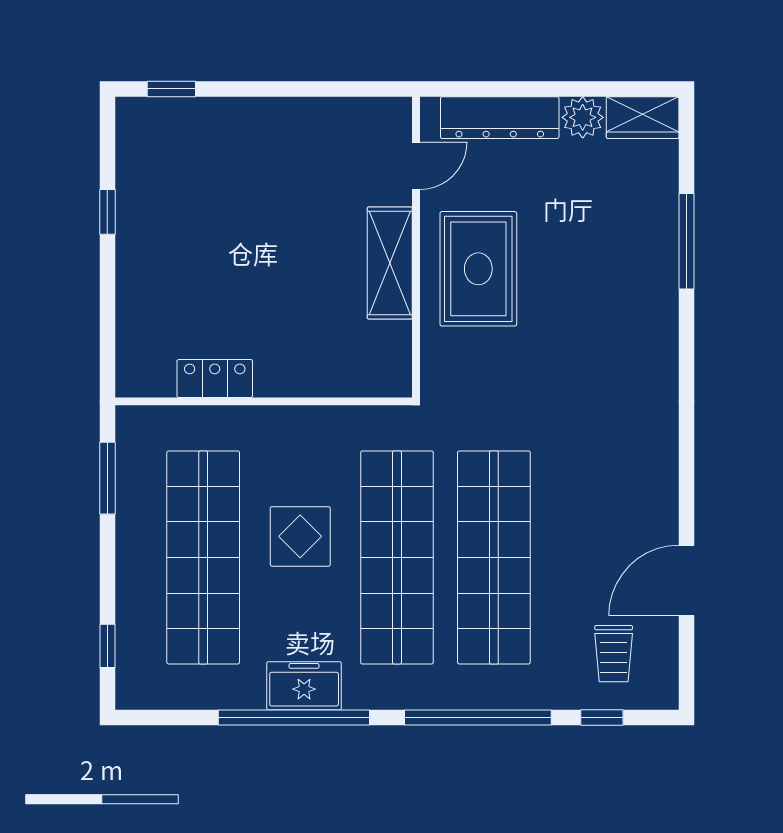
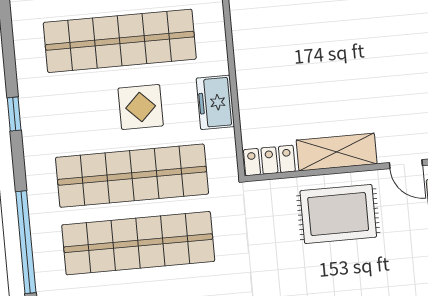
locker: (215, 378) -> (269, 160), moved, turned -90
freezer: (304, 686) -> (215, 102), moved, turned 180
window: (294, 718) -> (14, 114), width x0.32

